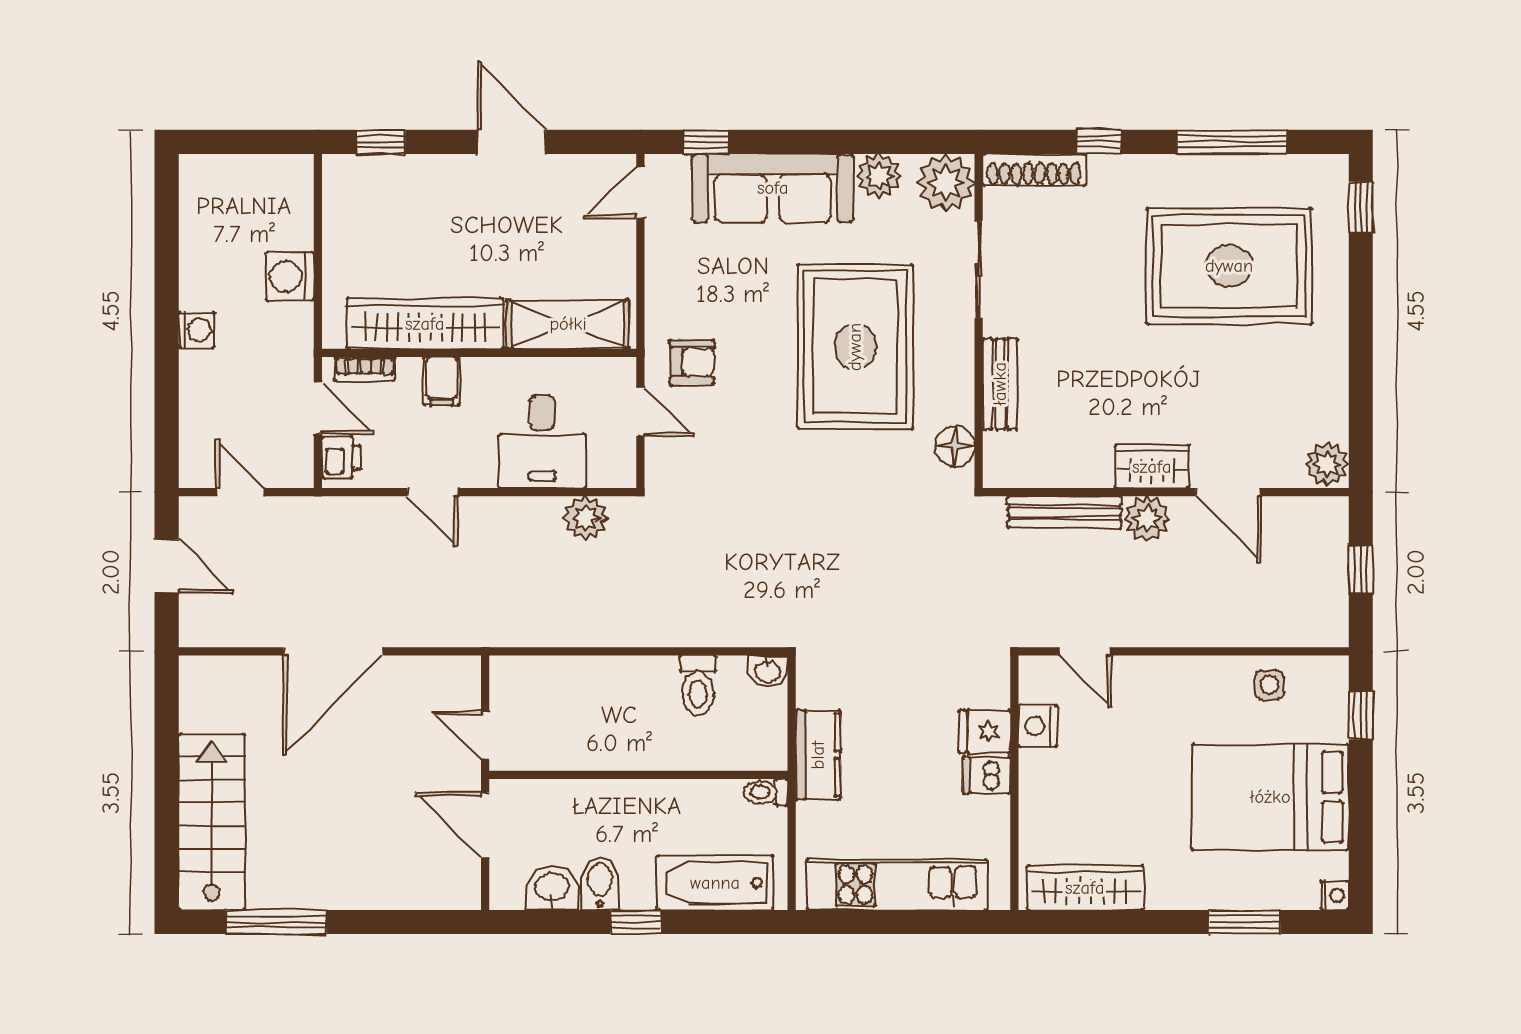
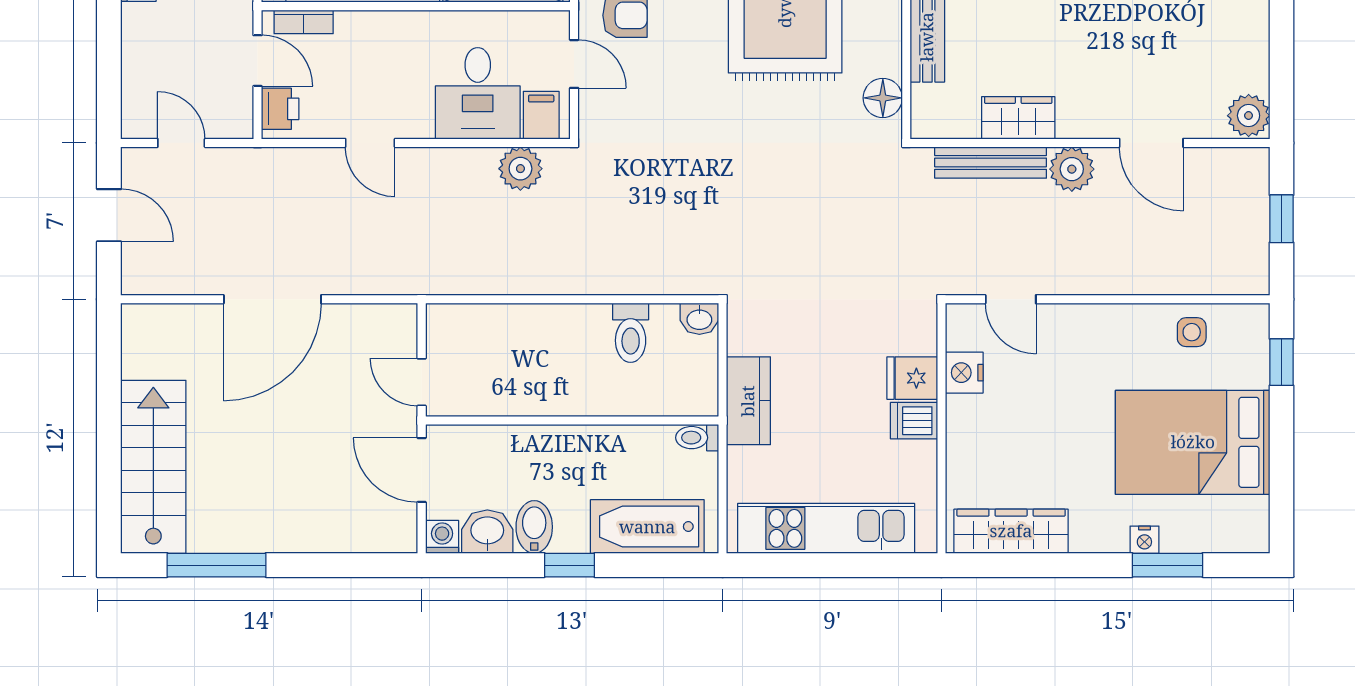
filing cabinet: (442, 381) -> (541, 115), moved, turned 180
wardrobe: (1152, 467) -> (1018, 118), moved
washing machine: (506, 893) -> (442, 537), added
nightstand: (1335, 895) -> (1144, 540), moved, turned 90

